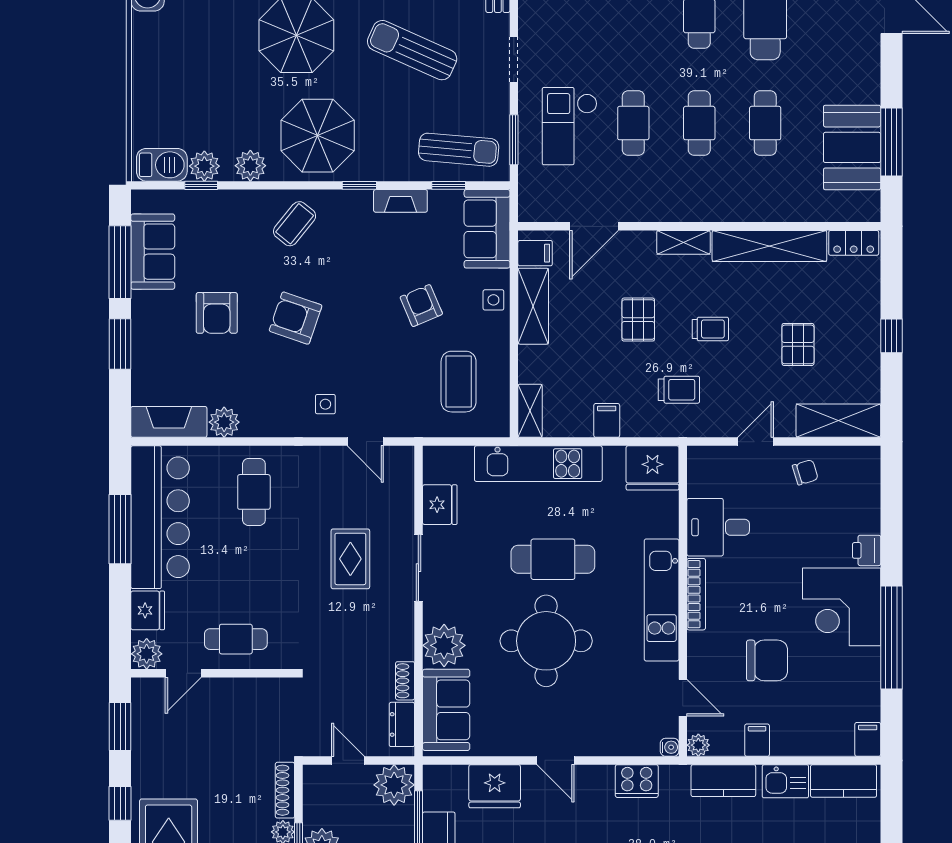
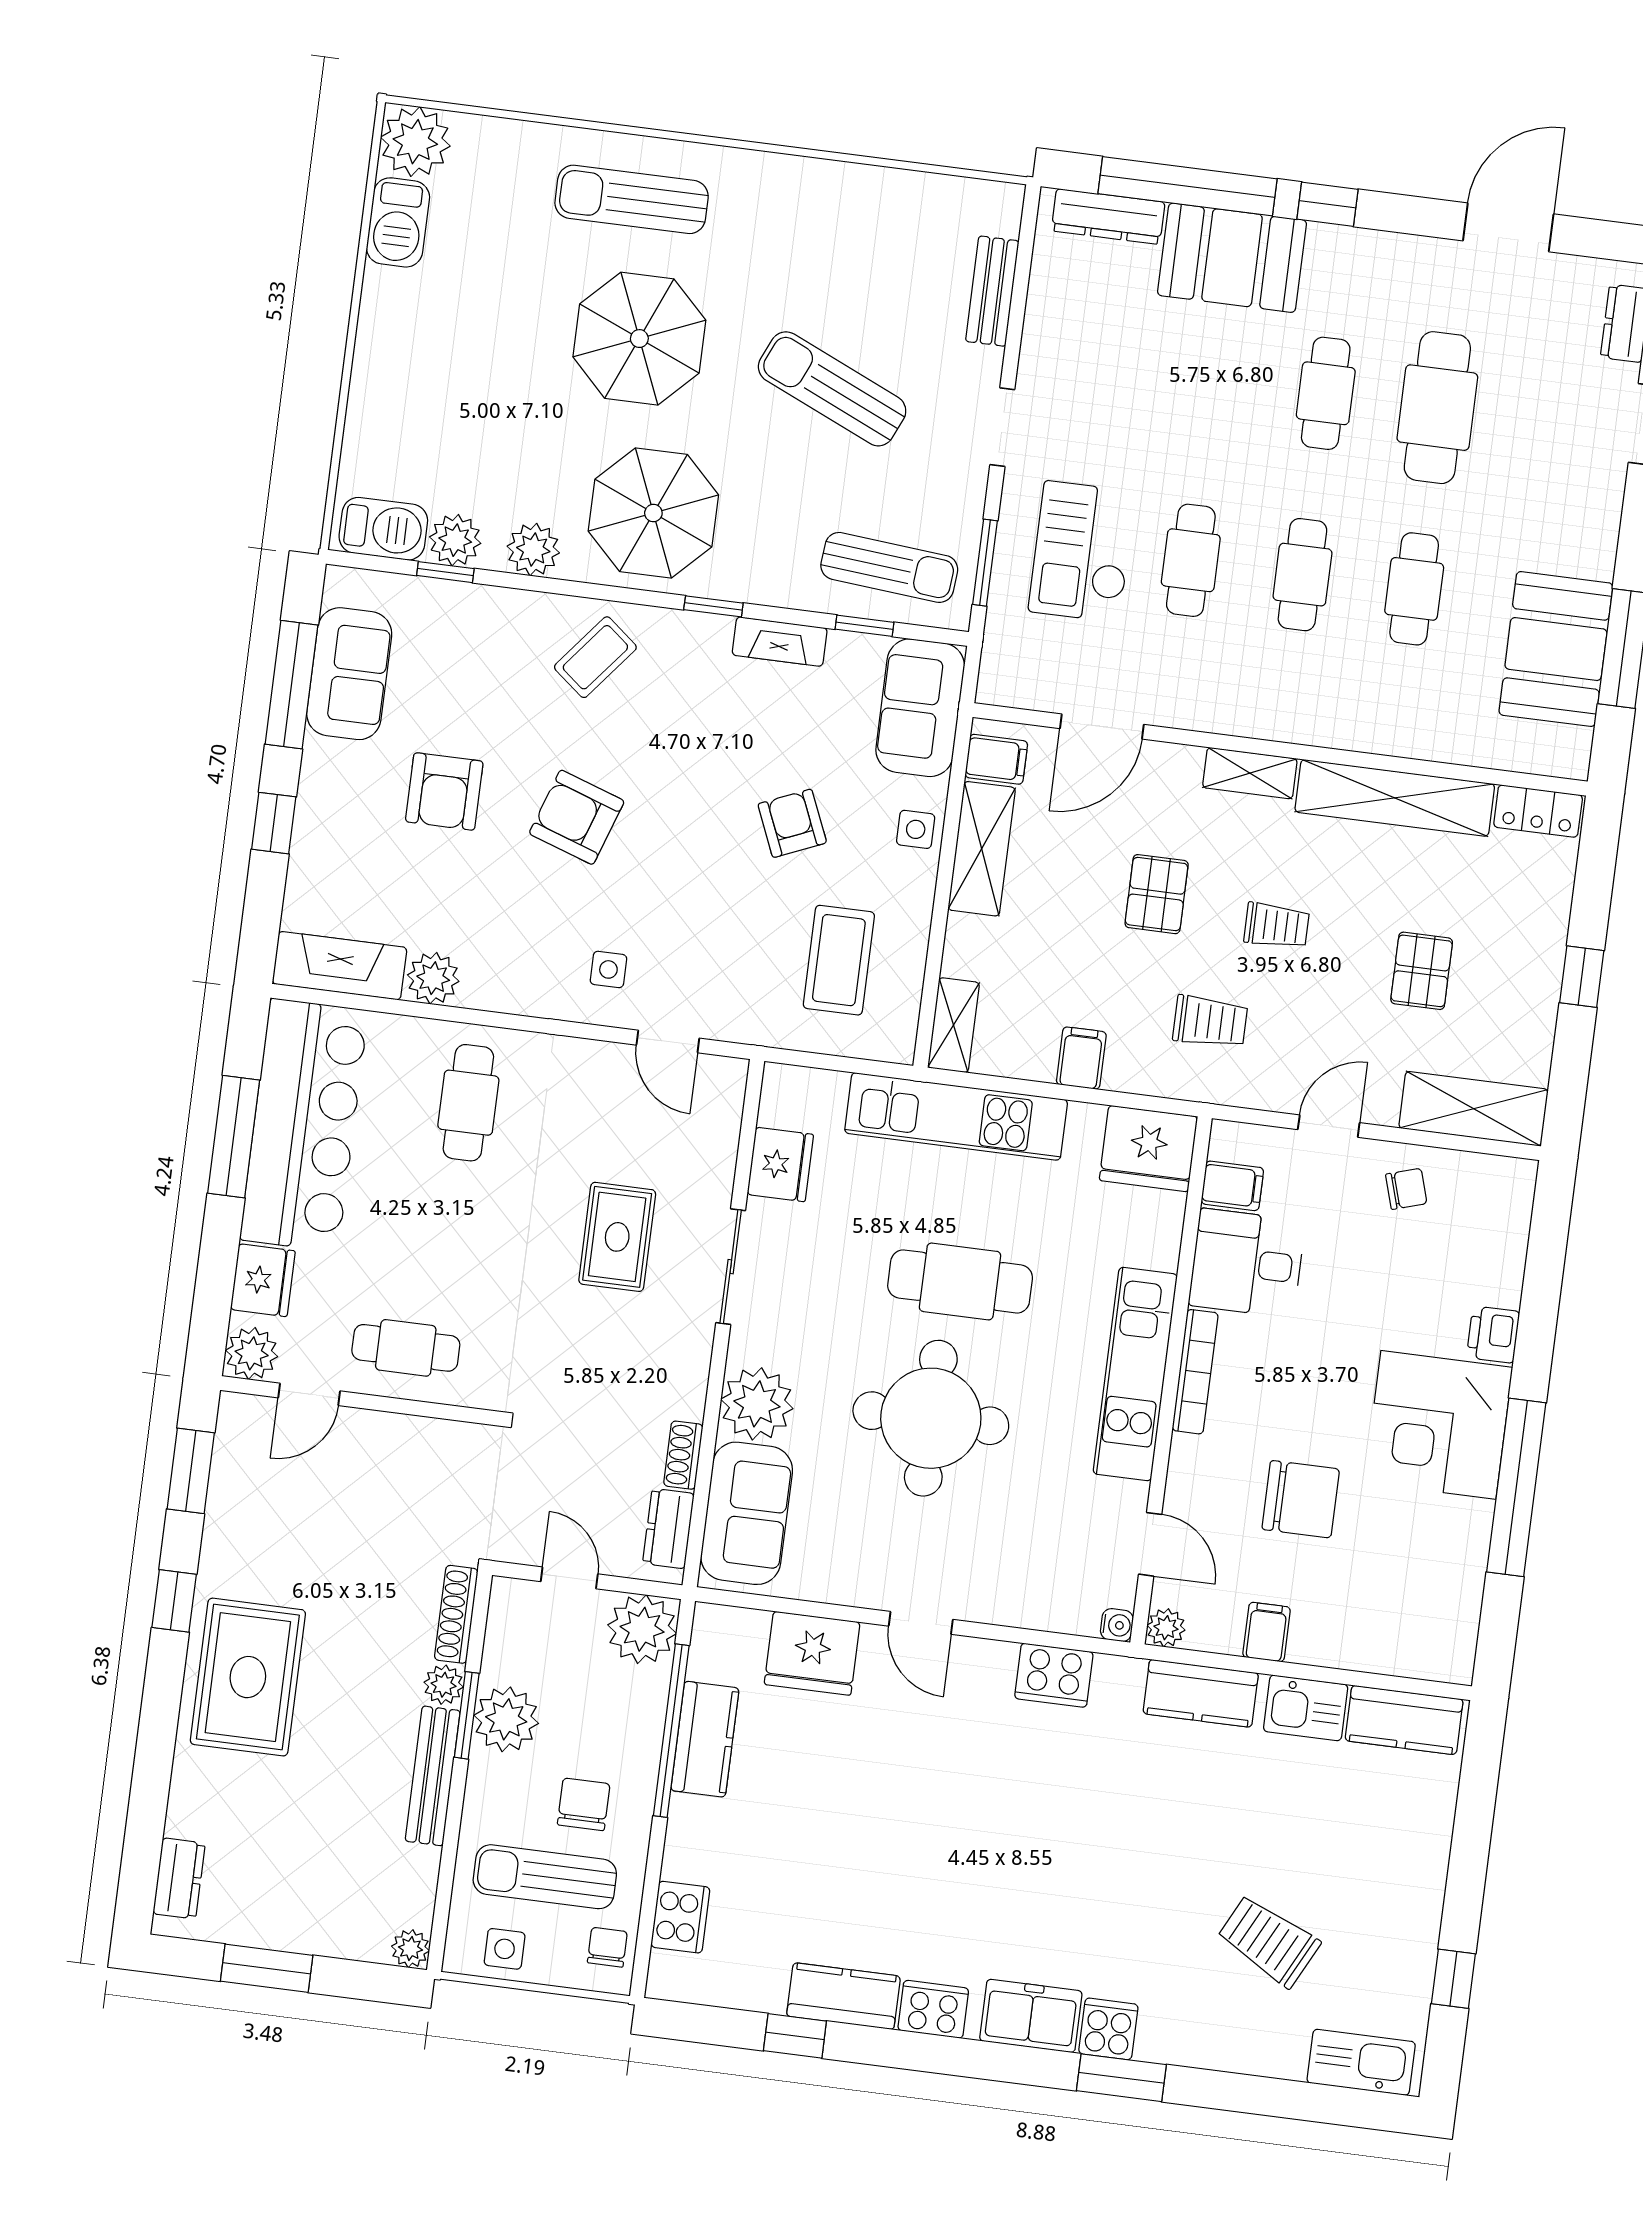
window: (120, 344) -> (274, 823), width x0.67
filing cabinet: (868, 739) -> (1232, 1186), moved, turned 90

